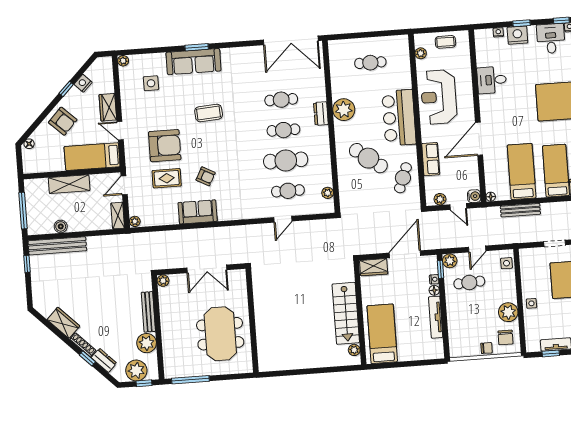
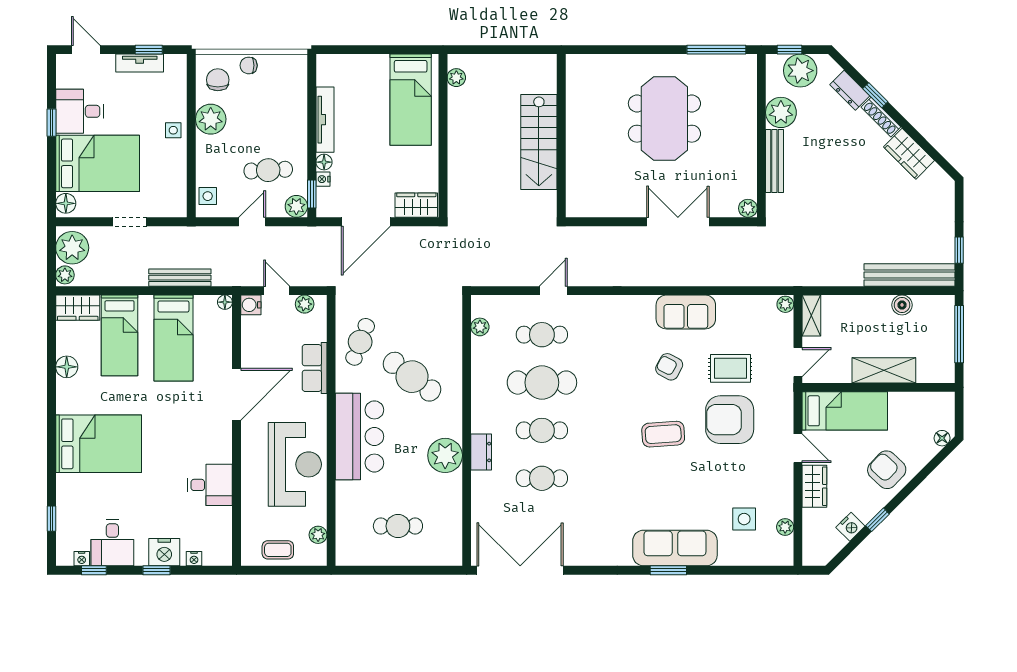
plant: (123, 61) -> (785, 527), moved
coffee table: (209, 113) -> (663, 434), moved
stairs: (346, 313) -> (539, 142), moved, turned 180
wall: (252, 320) -> (561, 136), moved

